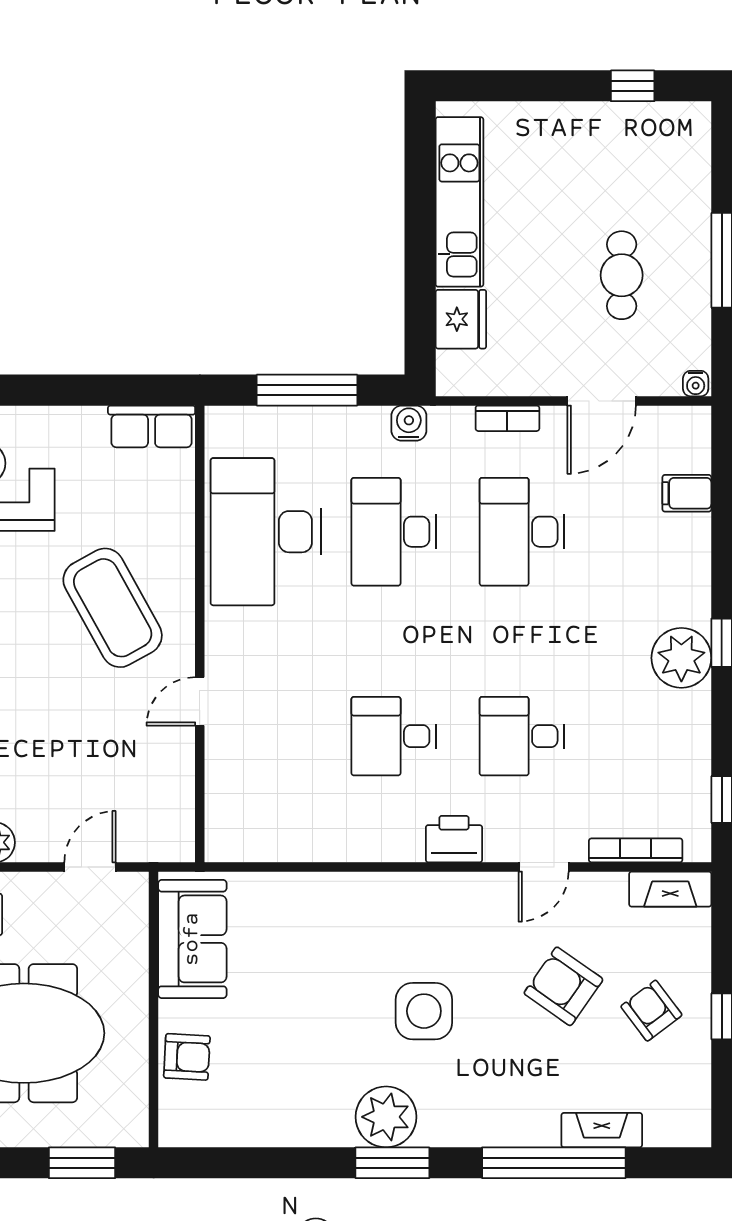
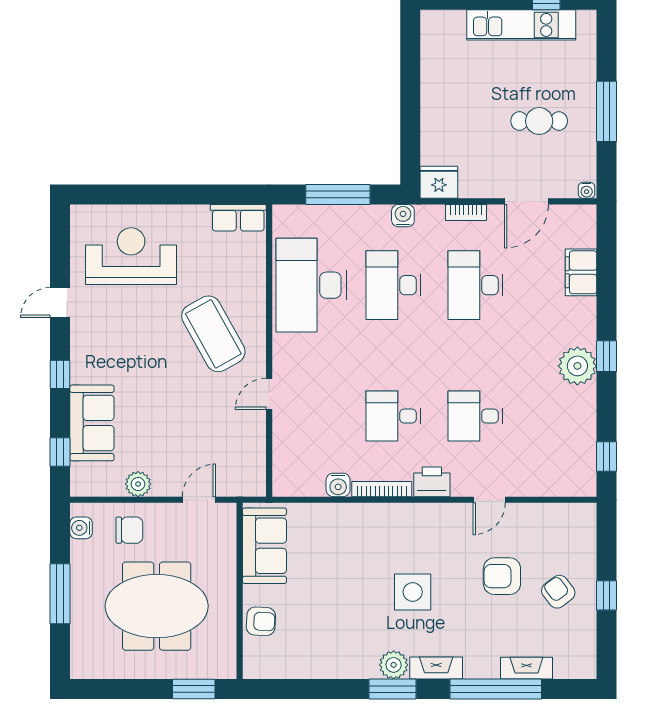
kitchen unit: (459, 202) -> (521, 25), moved, turned 90
cafe table: (622, 275) -> (539, 121), turned 90
fridge: (461, 319) -> (439, 182), moved, turned -90
filing cabinet: (687, 493) -> (581, 272), width x2.00
water cooler: (307, 844) -> (338, 485), added
bookcase: (636, 850) -> (382, 489), moved
fireplace: (670, 889) -> (436, 668), moved, turned 180
armchair: (563, 986) -> (502, 576), turned -35
plant: (386, 1117) -> (394, 665), width x0.73, depth x0.73

